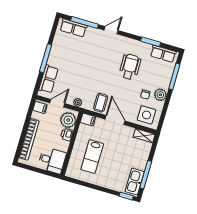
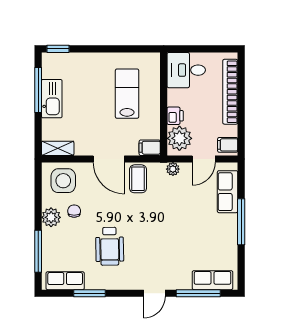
kitchen sink: (135, 182) -> (52, 99), moved

